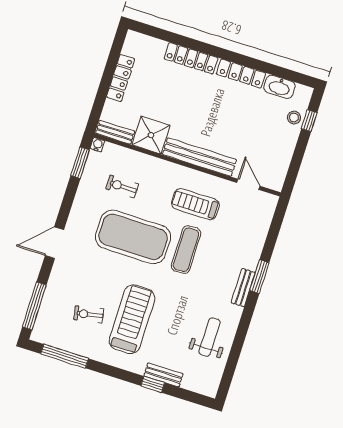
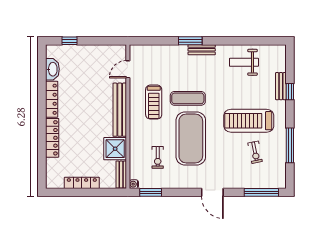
stool: (294, 117) -> (71, 52), removed
window: (65, 356) -> (290, 145), moved

